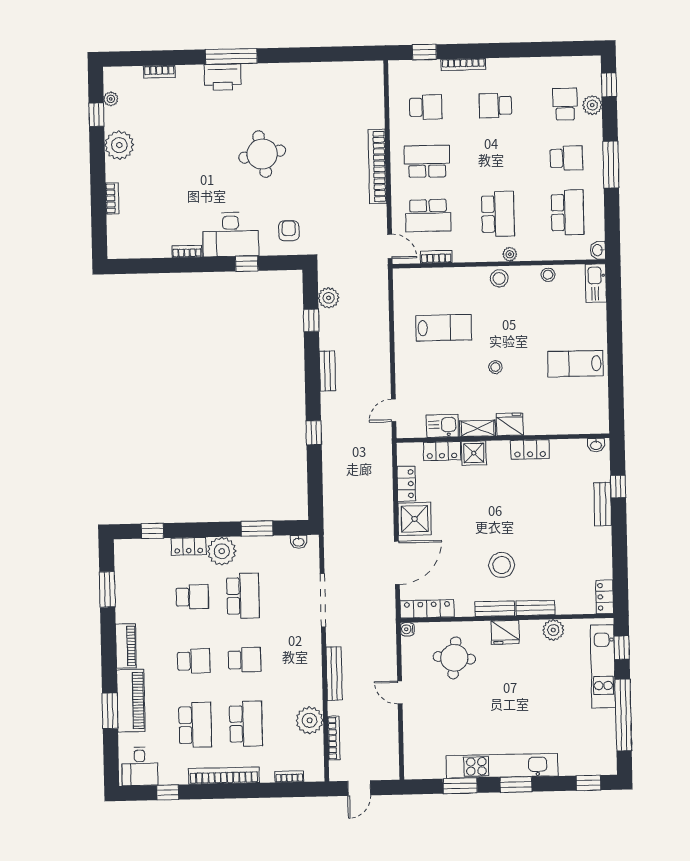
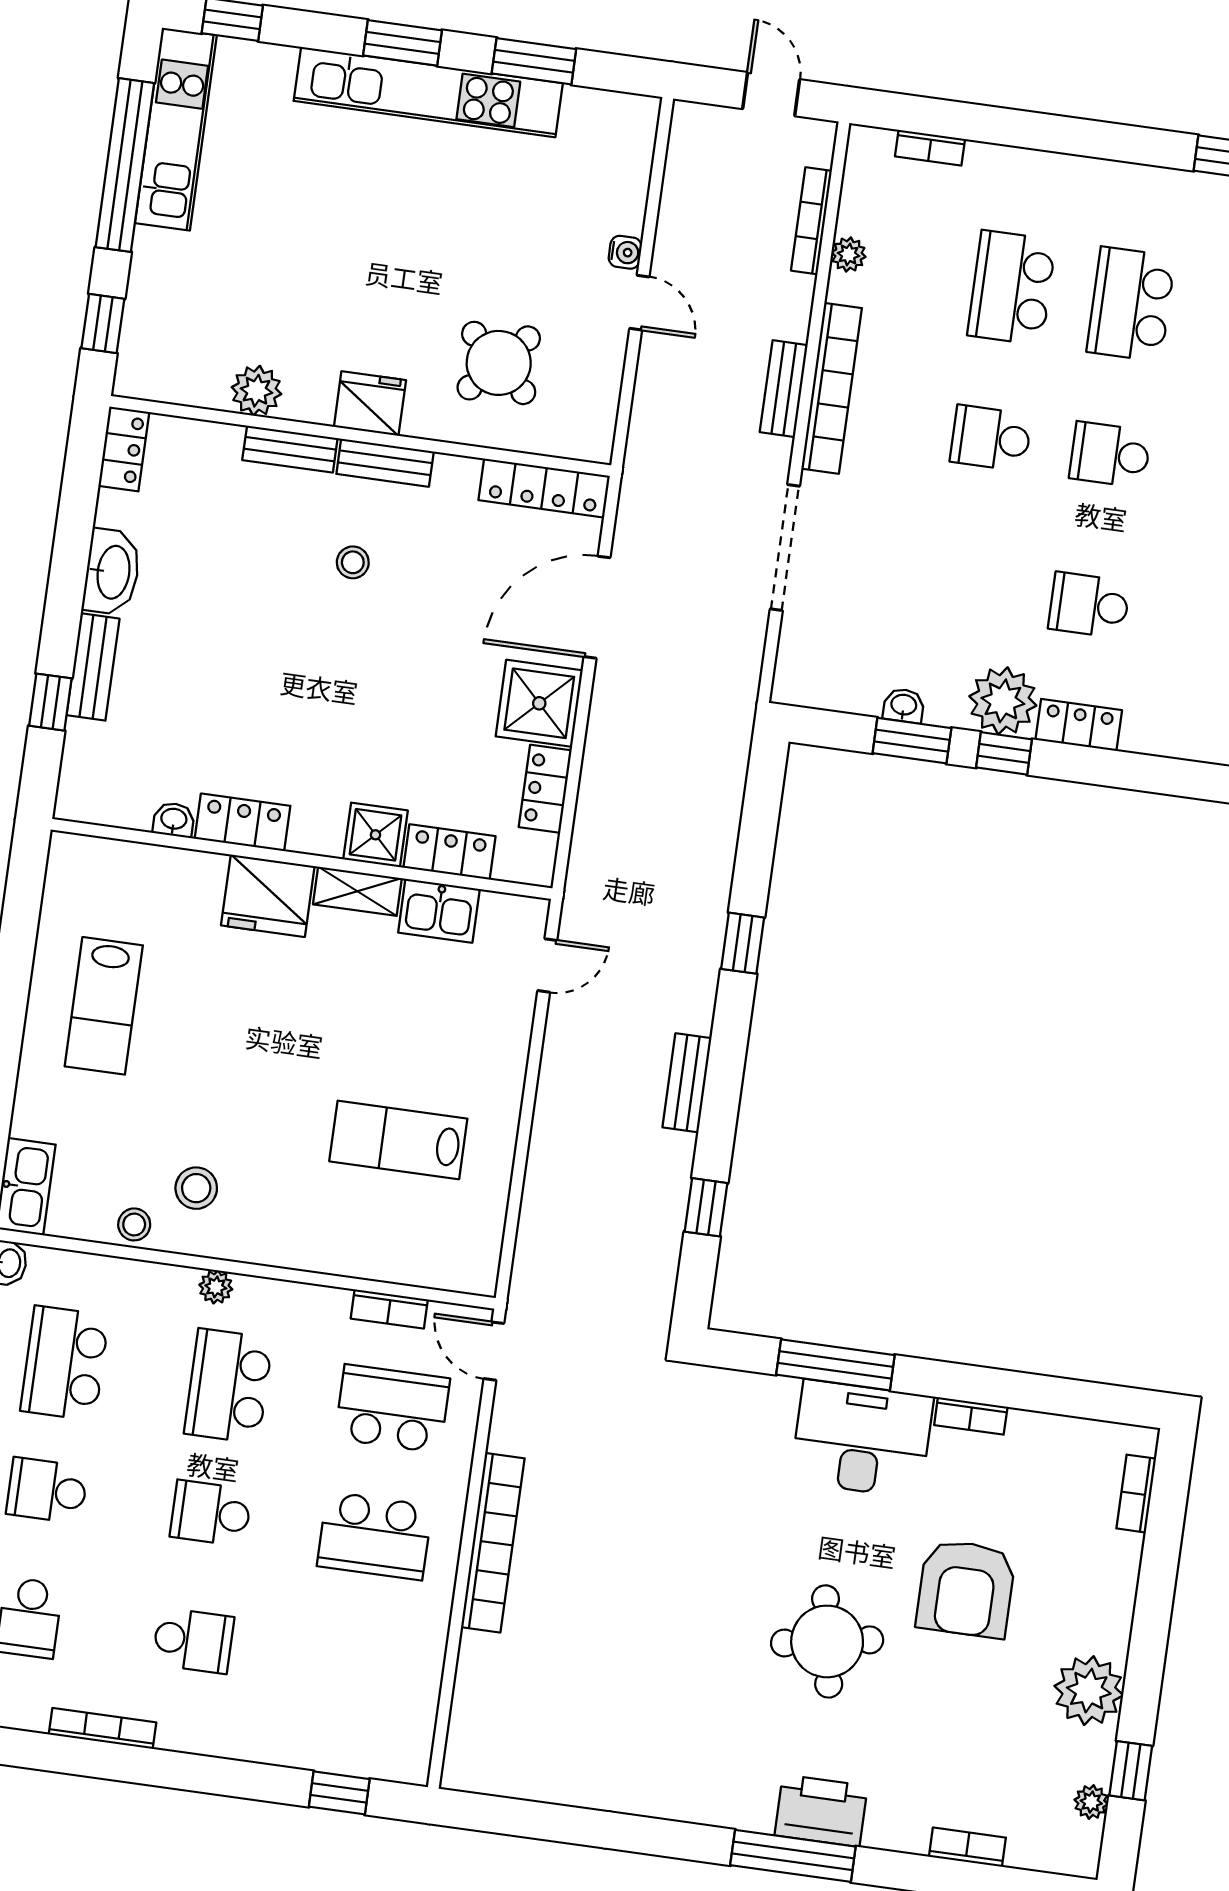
bookcase: (463, 64) -> (102, 1728), moved
school desk: (426, 107) -> (211, 1513), moved
round table: (262, 154) -> (827, 1641), moved
bookcase: (112, 198) -> (1136, 1494), moved
armchair: (289, 231) -> (966, 1589), moved, width x1.88, depth x1.88
window: (247, 264) -> (835, 1365), width x2.17
stool: (499, 278) -> (196, 1188), moved
plant: (329, 298) -> (657, 1253), removed
lab bench: (575, 364) -> (104, 1006), turned 90
stool: (495, 367) -> (292, 1028), removed
fridge: (510, 424) -> (268, 896), width x1.36, depth x1.34
washbasin: (596, 445) -> (174, 820), moved
window: (152, 531) -> (1004, 753), moved
washbasin: (299, 542) -> (904, 706), moved
washbasin: (601, 545) -> (112, 572), added
stool: (502, 565) -> (353, 562), width x0.53, depth x0.53
school desk: (243, 596) -> (970, 589), removed
water cooler: (407, 629) -> (625, 252), moved
round table: (454, 658) -> (499, 363), turned 36
kitchen unit: (603, 666) -> (176, 129), moved
bench: (334, 673) -> (784, 389), width x0.73
plant: (310, 720) -> (849, 254), width x0.53, depth x0.53
bookcase: (224, 776) -> (832, 388), moved, turned -90
door: (359, 788) -> (771, 94), hinge flipped

